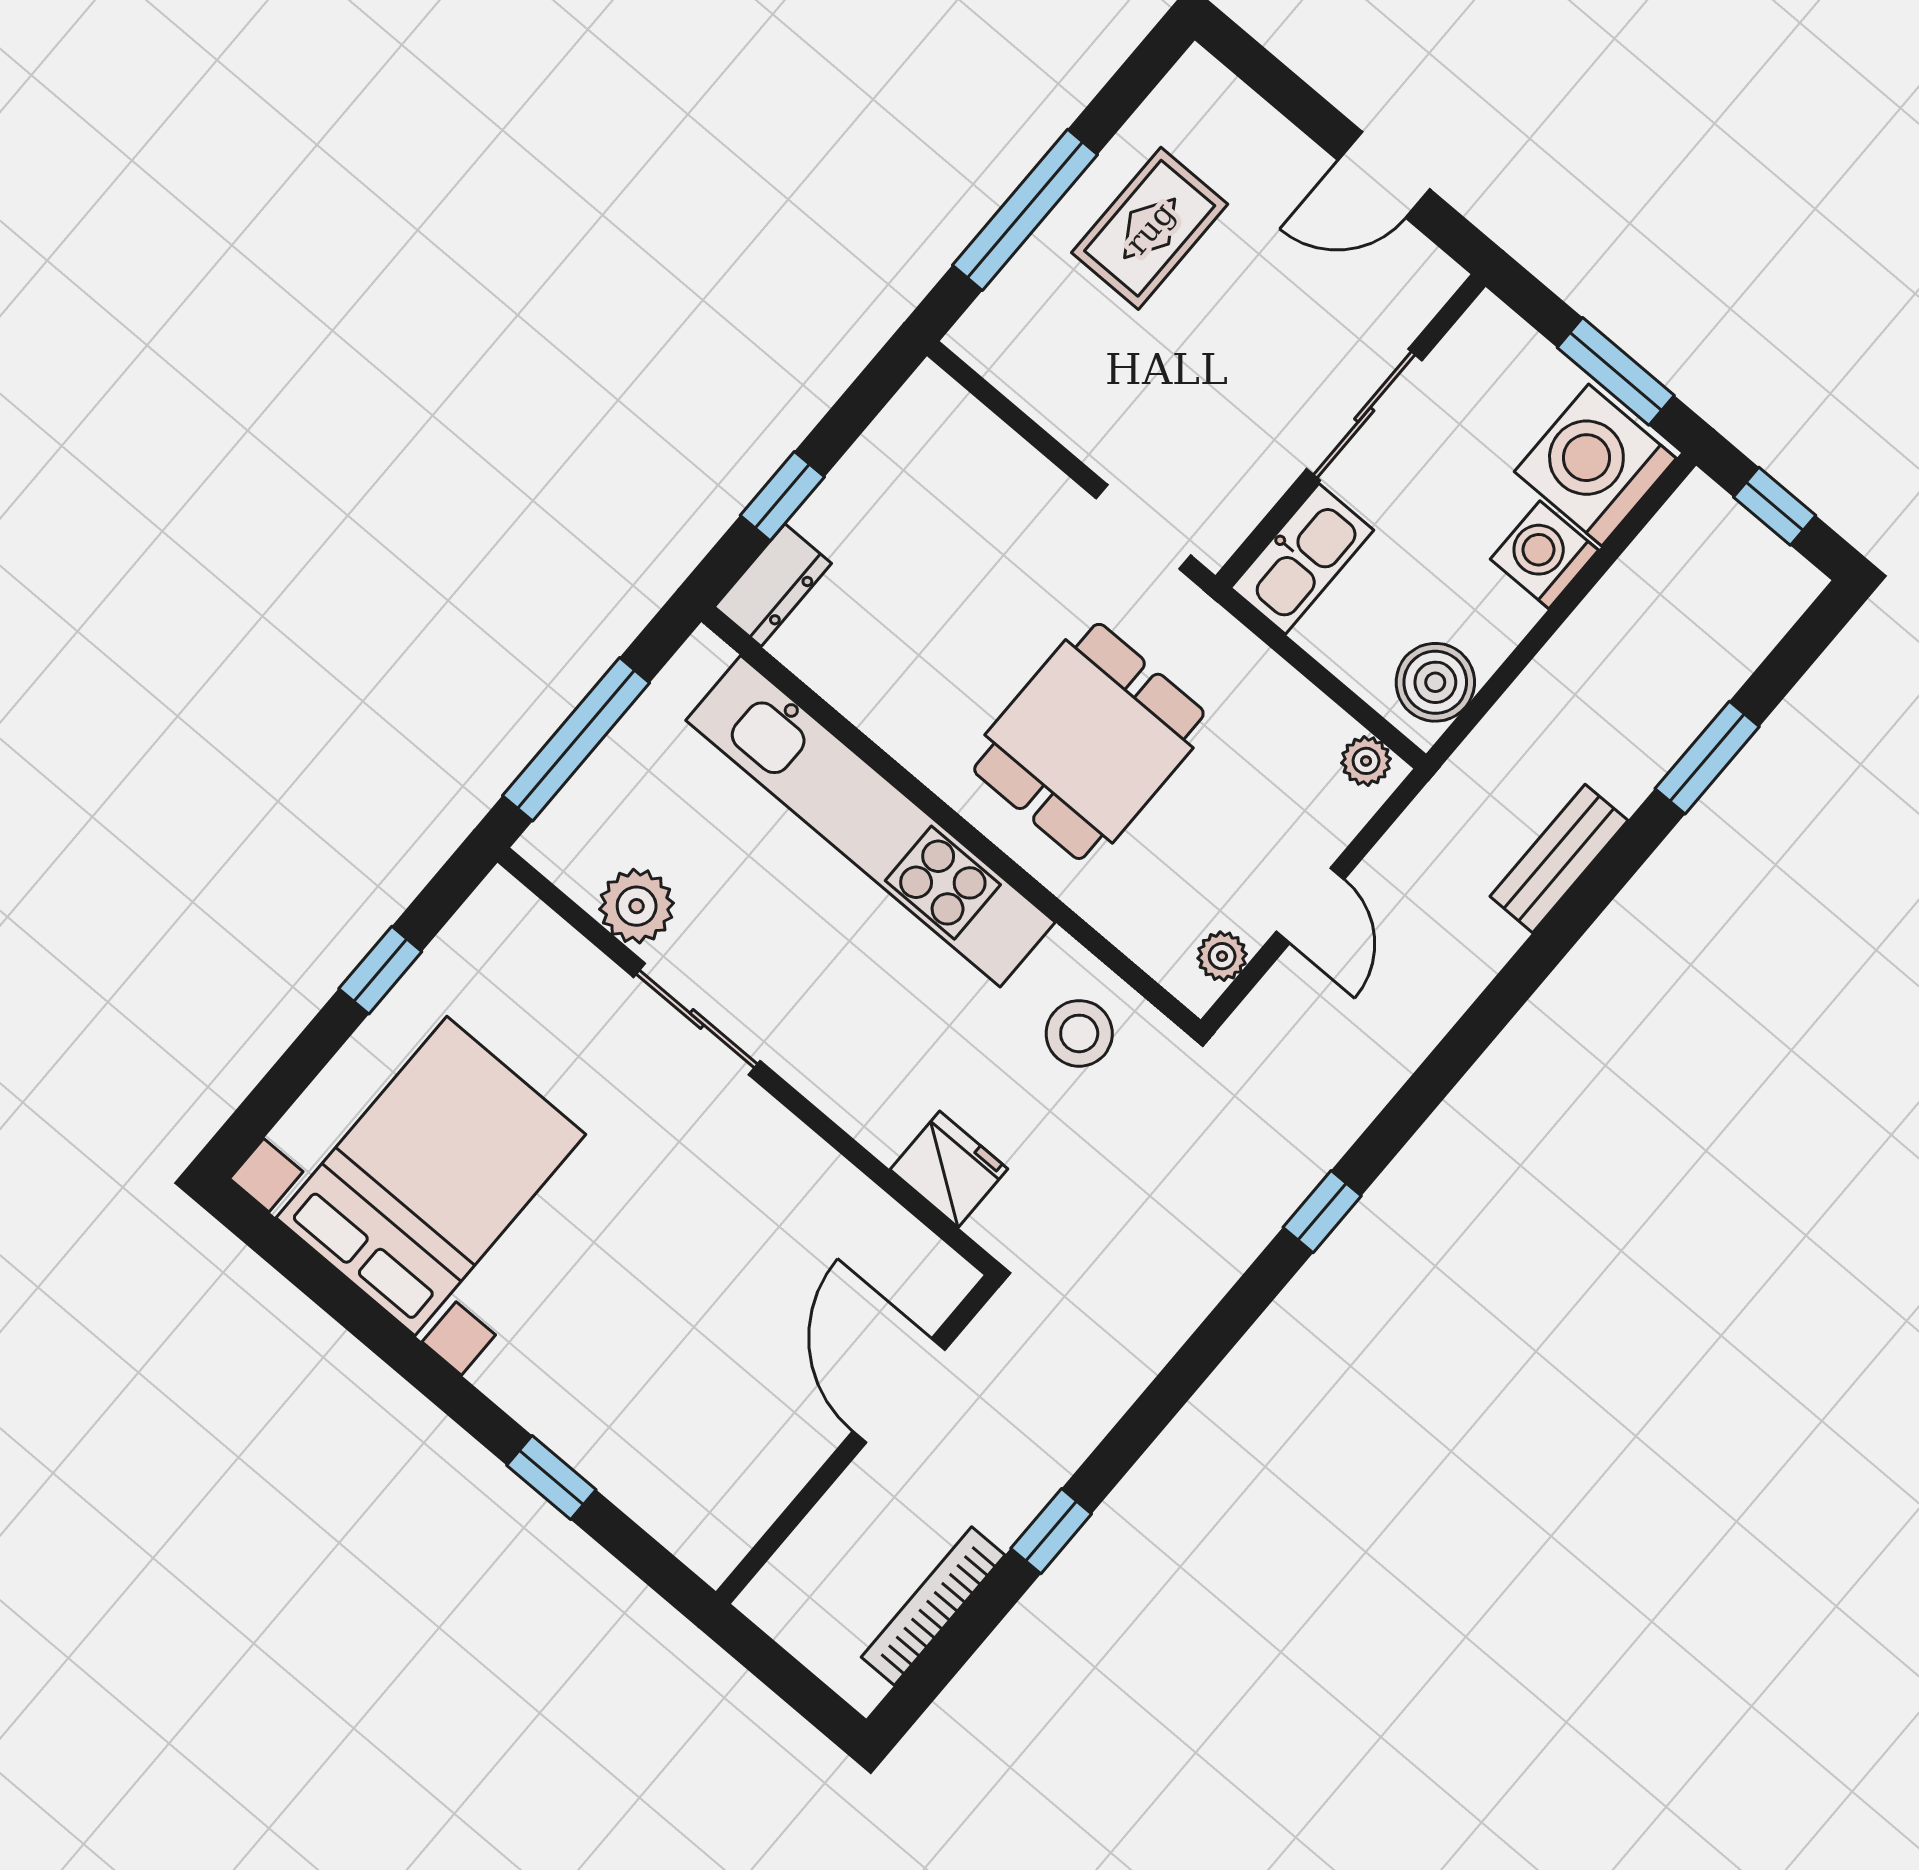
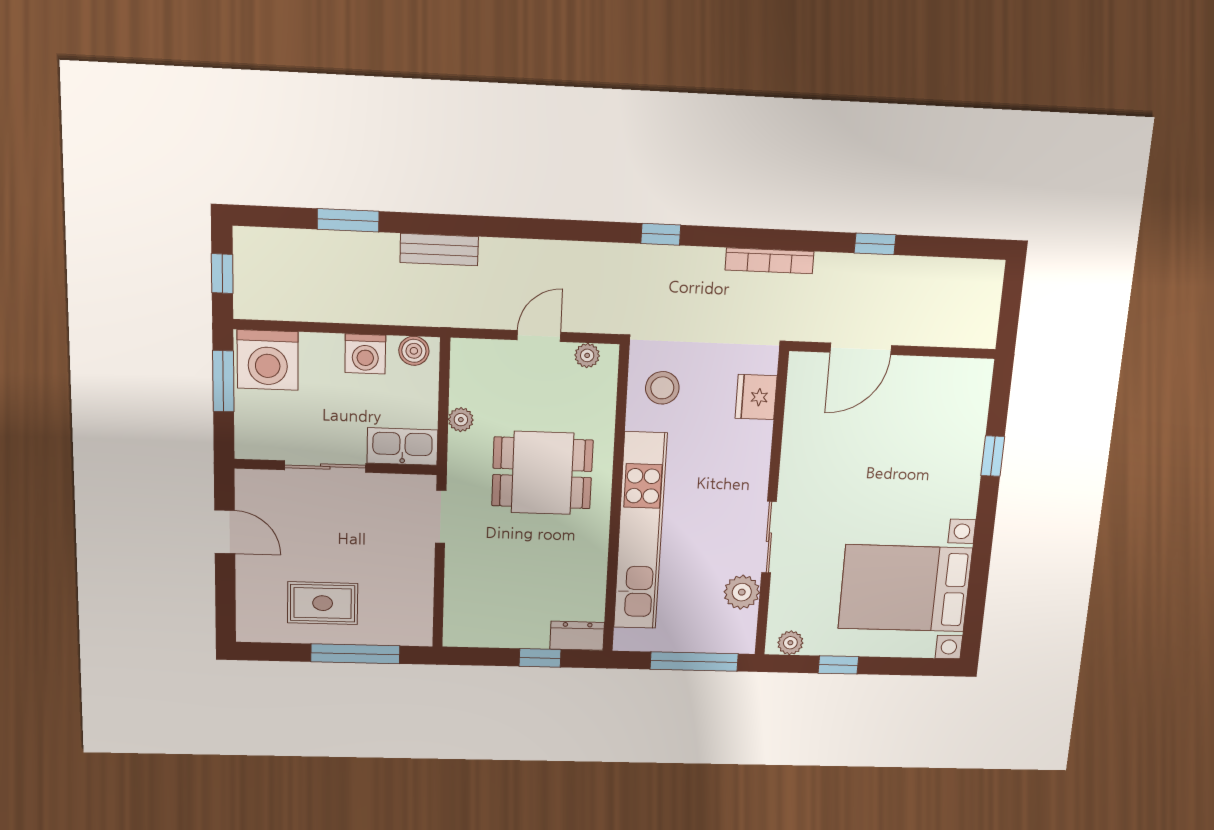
washing machine: (1544, 555) -> (365, 354), moved
boiler: (1435, 682) -> (414, 351), width x0.73, depth x0.73
plant: (1366, 761) -> (461, 420), moved
plant: (484, 920) -> (790, 643), added
bookcase: (933, 1606) -> (770, 261), moved

